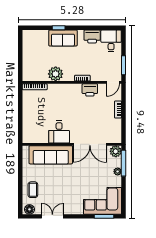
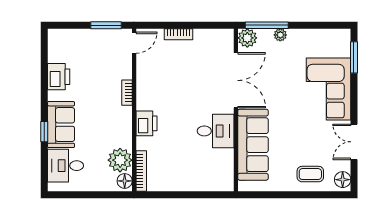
desk: (111, 41) -> (66, 166), moved
plant: (56, 74) -> (120, 160), moved
floor lamp: (29, 77) -> (125, 181), added
door: (113, 82) -> (134, 43), hinge flipped
printer: (90, 90) -> (146, 123), moved
corner sofa: (103, 201) -> (328, 89), moved

